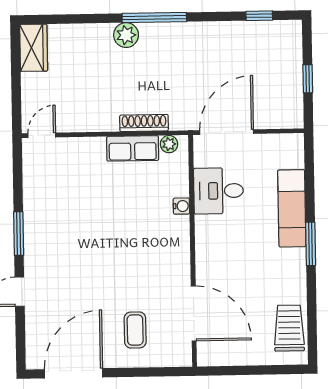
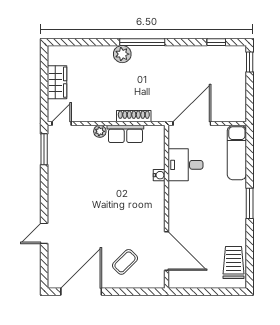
wardrobe: (34, 48) -> (57, 82), moved
window: (308, 79) -> (250, 62), moved
plant: (169, 144) -> (100, 131), moved
exam couch: (292, 208) -> (237, 153), moved
window: (19, 234) -> (44, 149), moved
coffee table: (135, 330) -> (125, 262), turned 45

